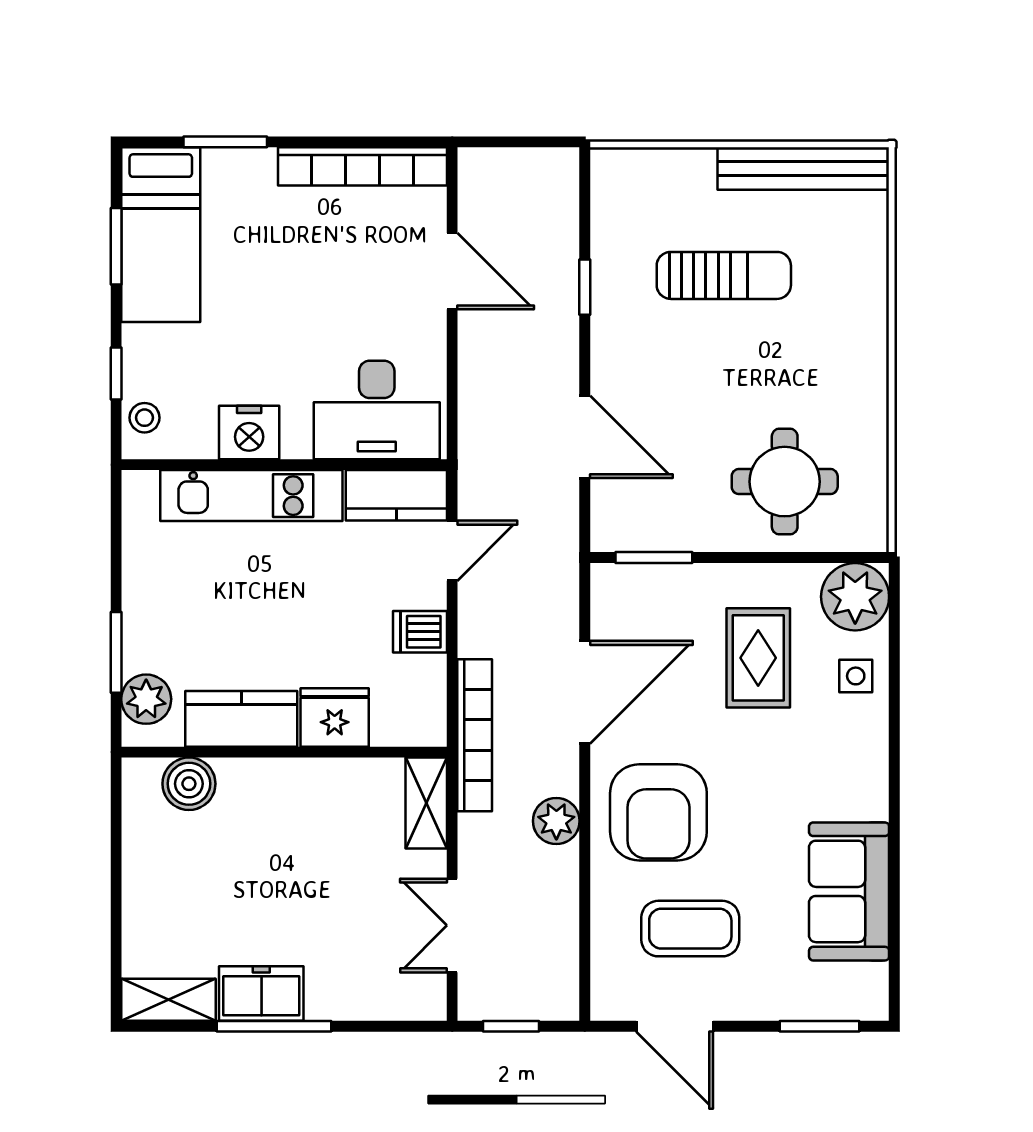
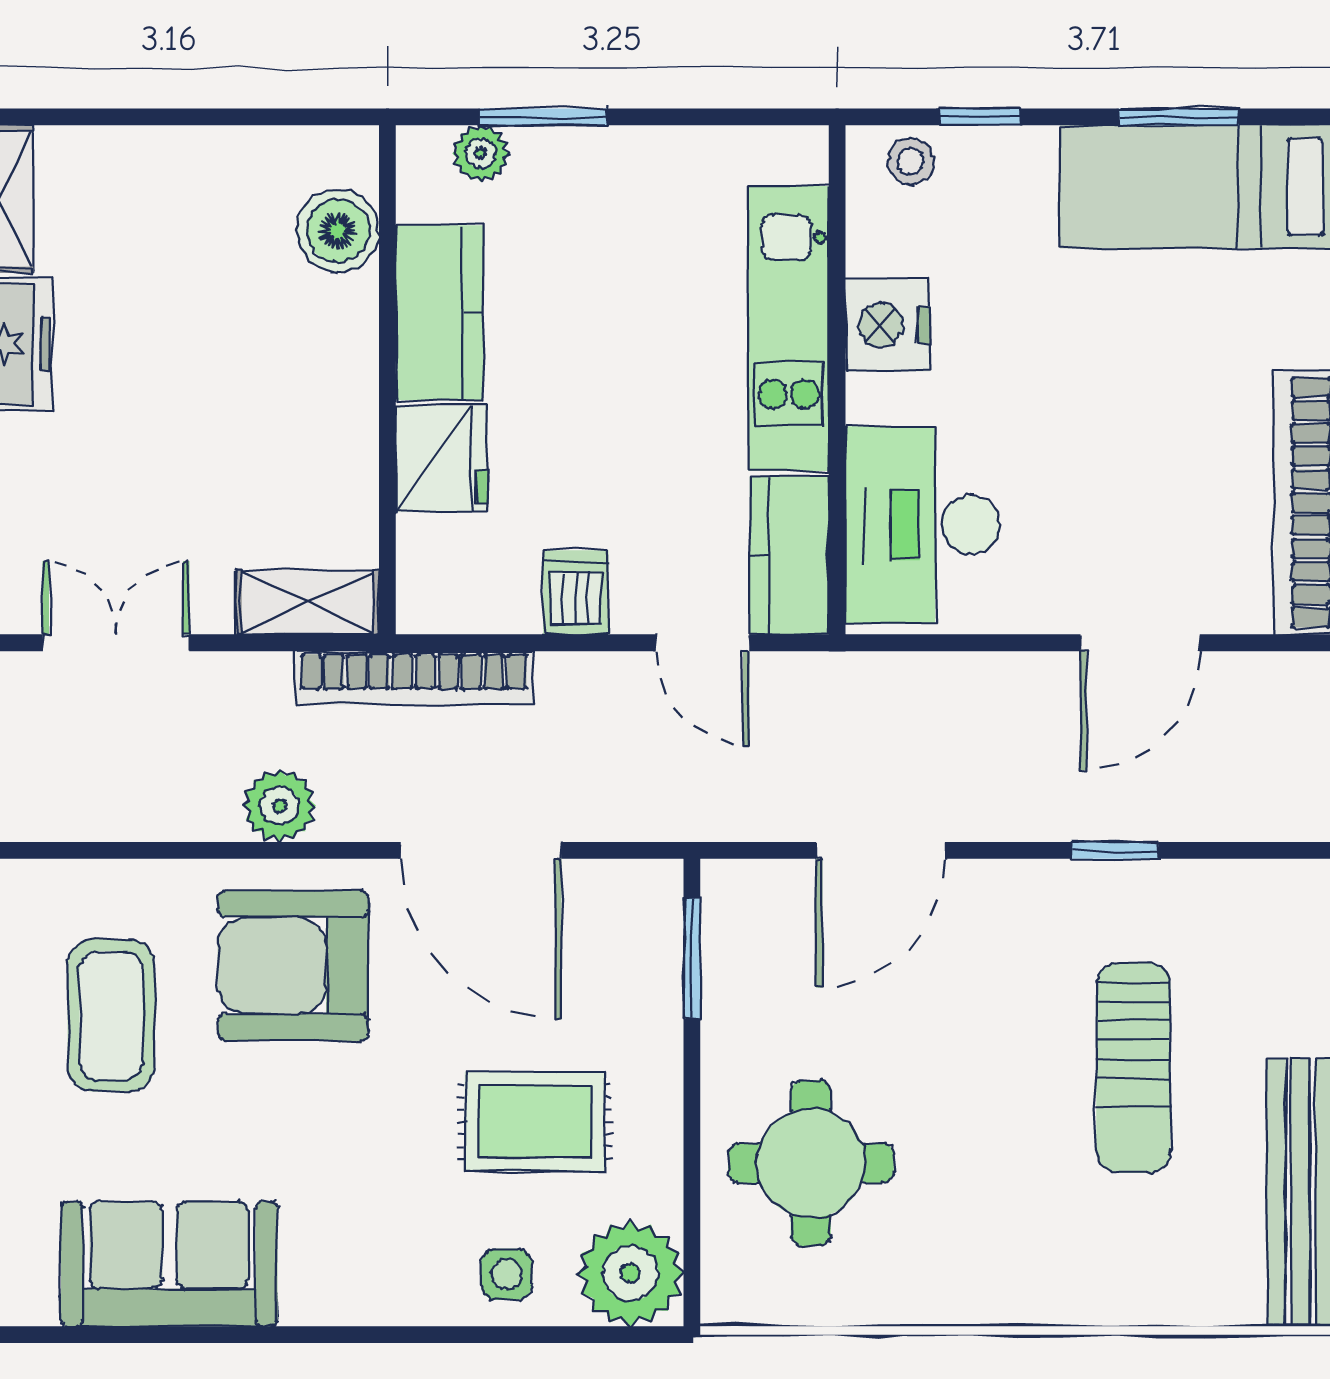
plant: (146, 699) -> (481, 153), width x0.73, depth x0.73

